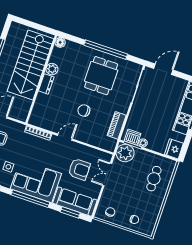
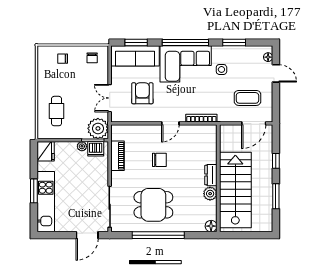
dining table: (101, 76) -> (153, 205), turned 90
armchair: (79, 169) -> (142, 93), turned 90
double door: (107, 174) -> (110, 98), swing flipped

